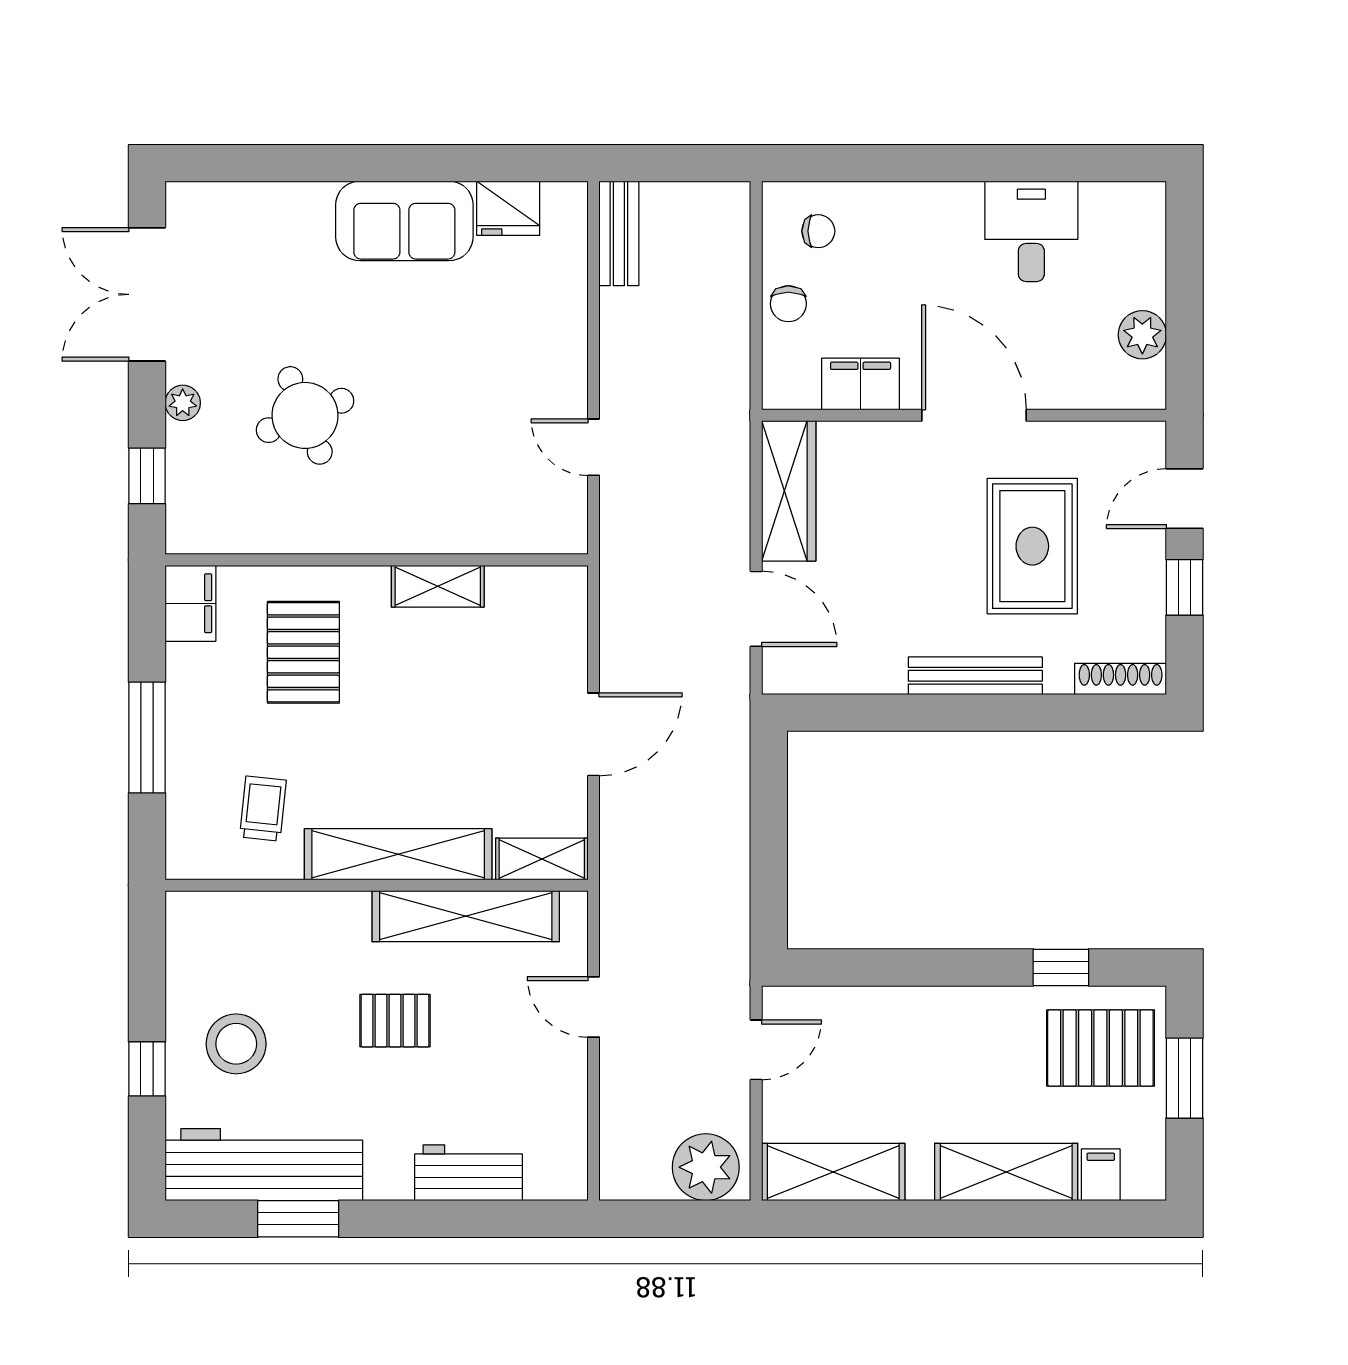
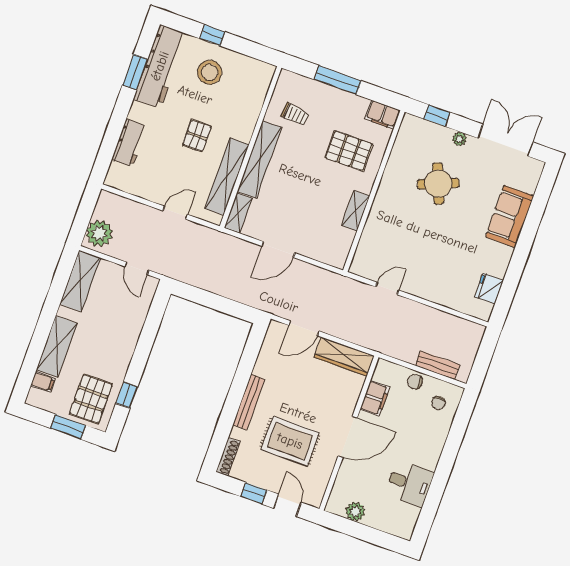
sofa: (404, 221) -> (510, 216), moved
bench: (619, 233) -> (437, 365), moved
door: (593, 734) -> (278, 250), hinge flipped

